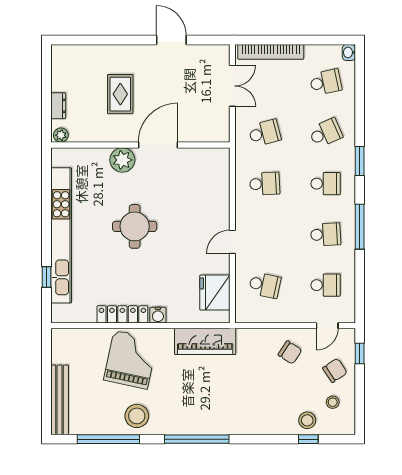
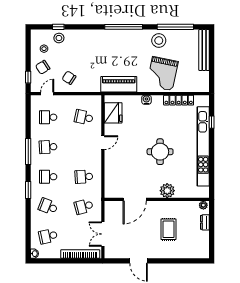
school desk: (326, 133) -> (48, 206), turned 45
door: (158, 145) -> (135, 199), moved
locker: (122, 314) -> (179, 100), moved

